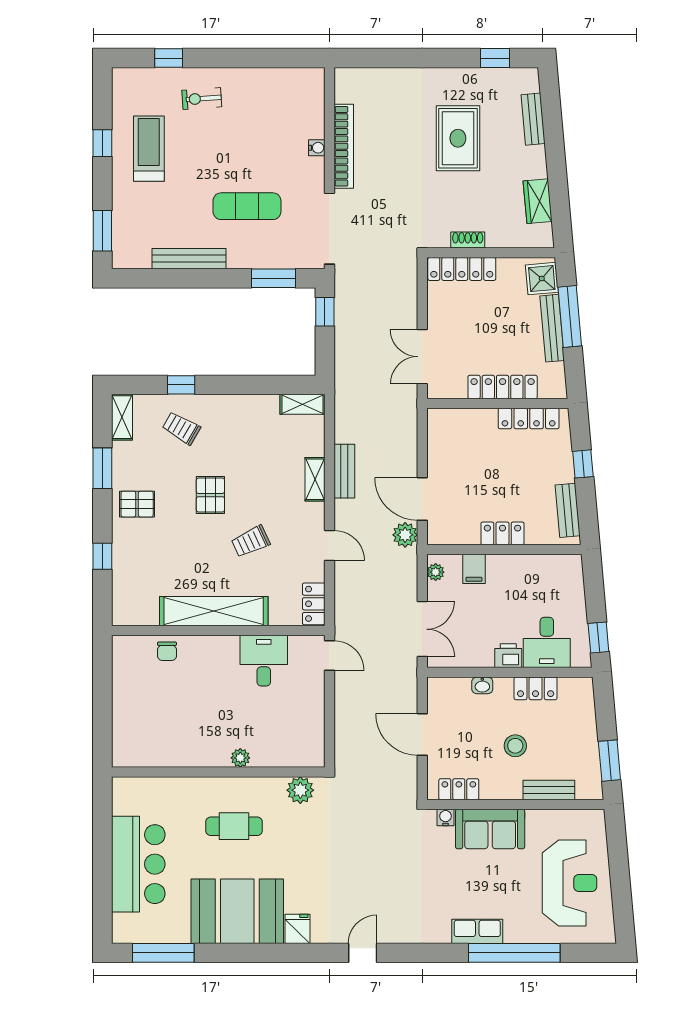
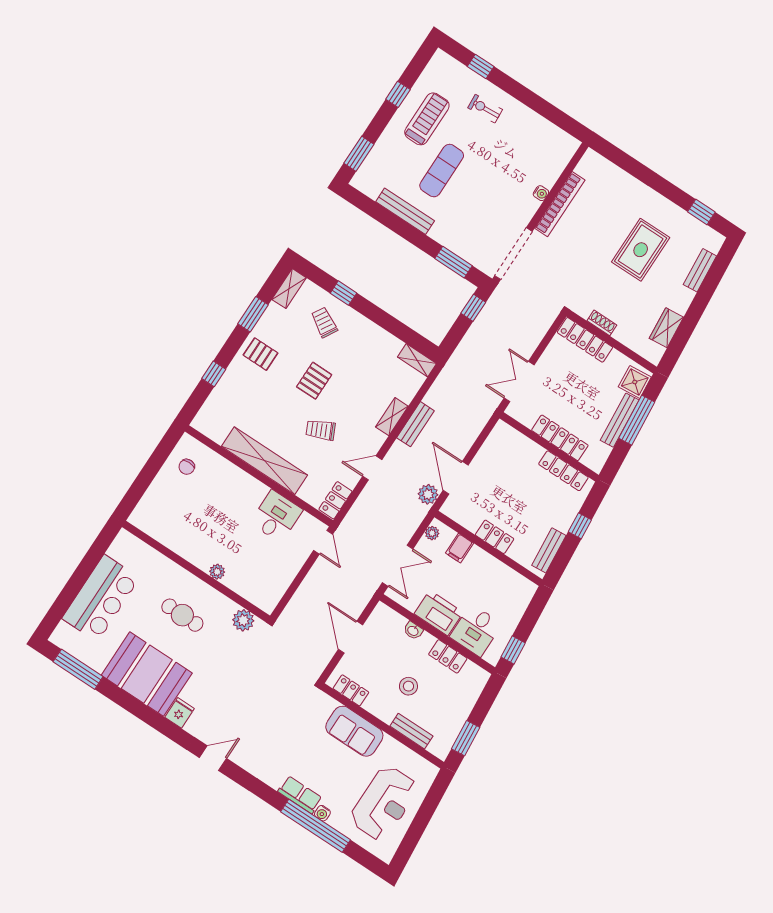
exercise mat: (247, 206) -> (442, 171), moved, turned 90
door: (330, 546) -> (372, 468), swing flipped
chair: (167, 651) -> (187, 467), moved
printer: (508, 656) -> (439, 613), width x1.87, depth x1.48
water cooler: (445, 817) -> (322, 813), moved, turned 180

